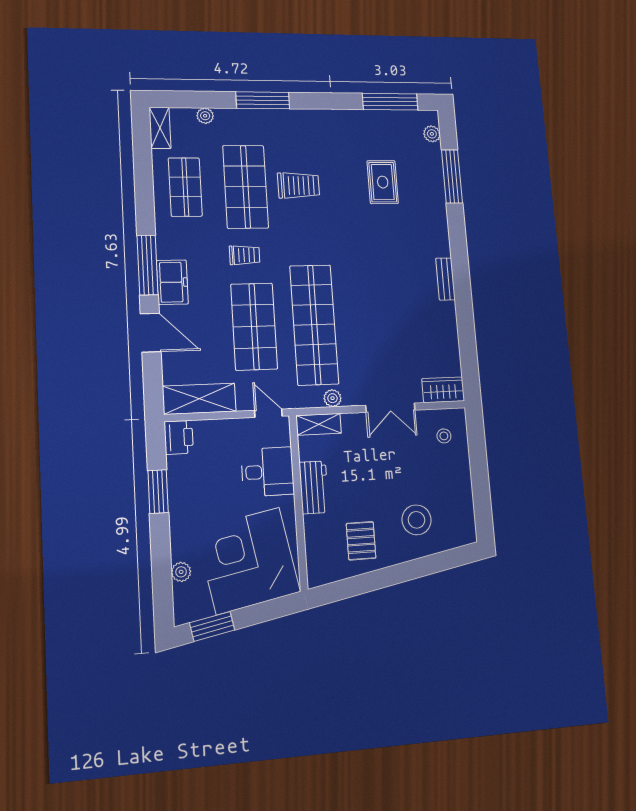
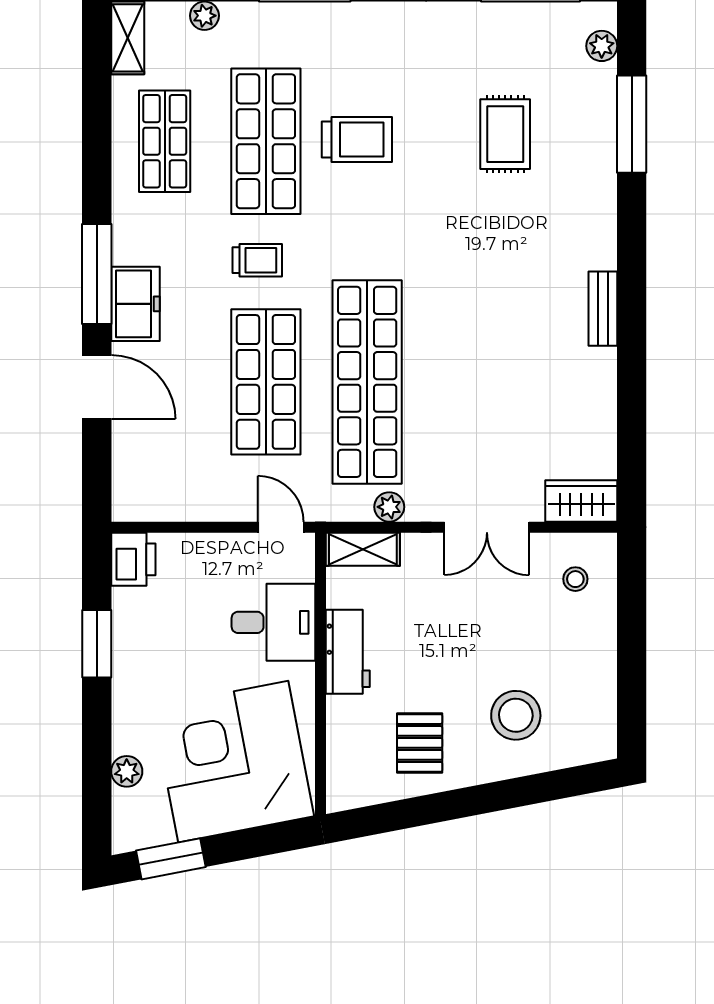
shelving: (199, 399) -> (170, 498), removed

